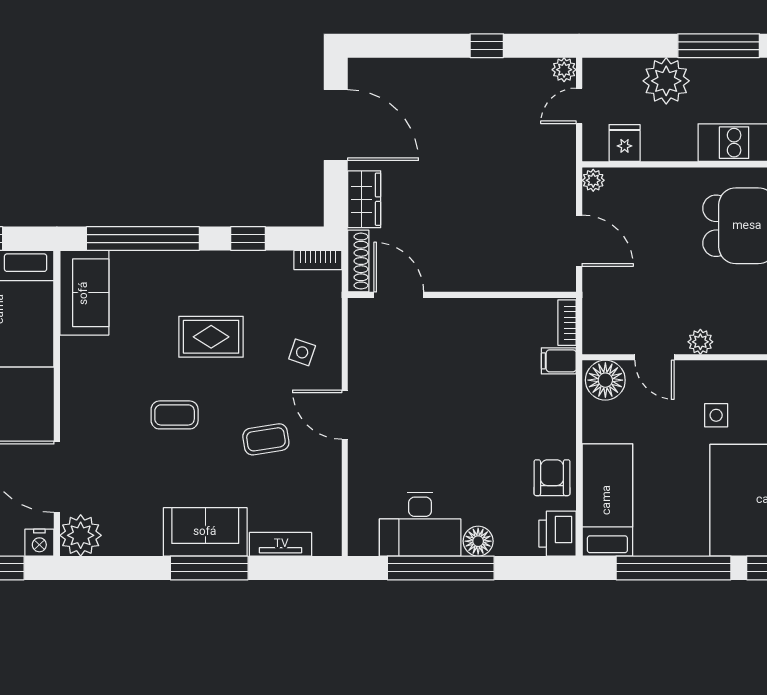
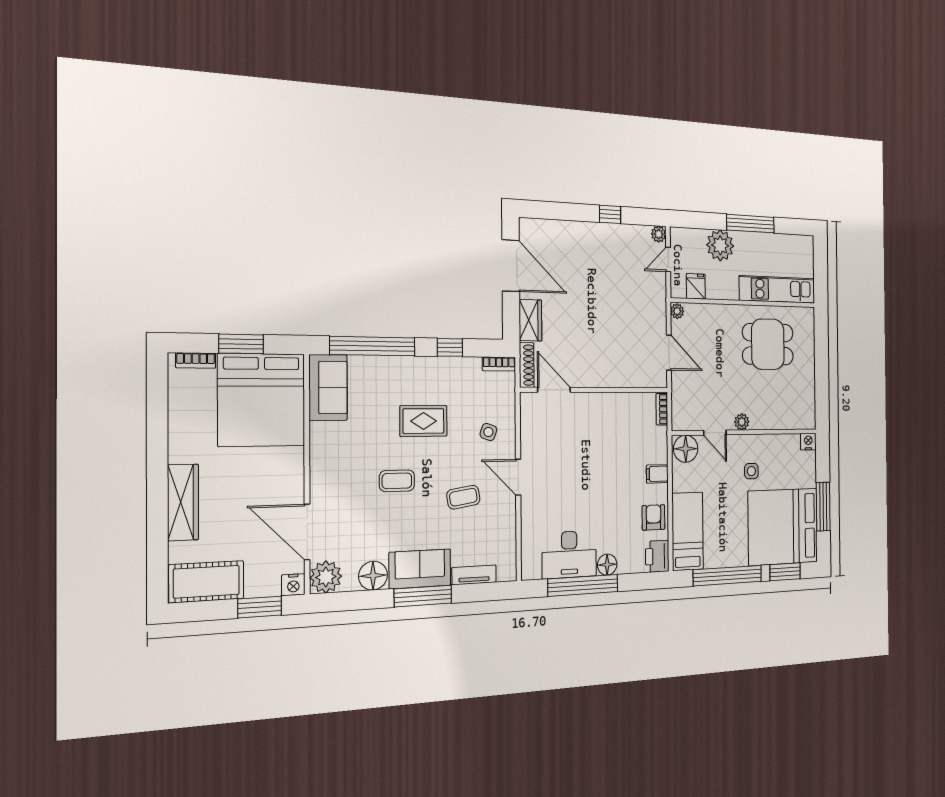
filing cabinet: (559, 361) -> (657, 474), moved
floor lamp: (142, 537) -> (373, 576), added

